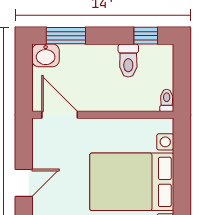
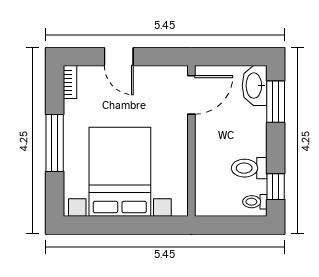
washbasin: (46, 55) -> (255, 86), width x1.38
toilet: (167, 100) -> (255, 202), moved, turned 180

